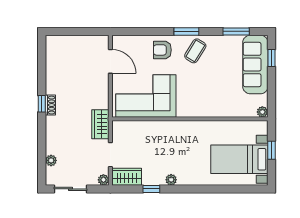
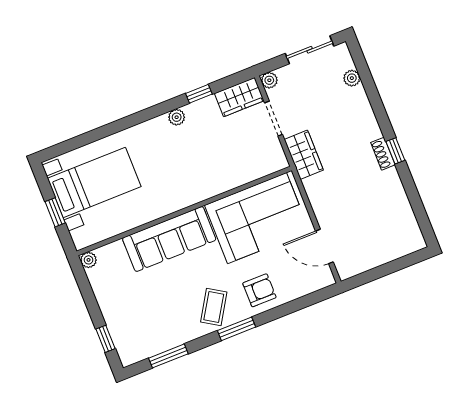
sofa: (255, 64) -> (169, 239), moved, turned 90

